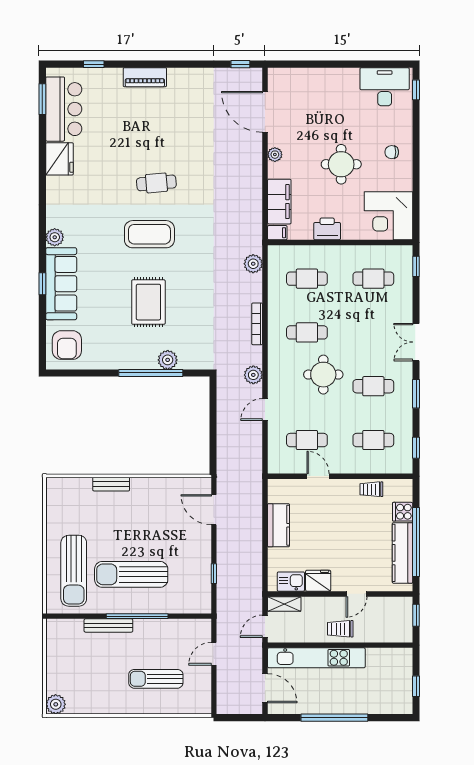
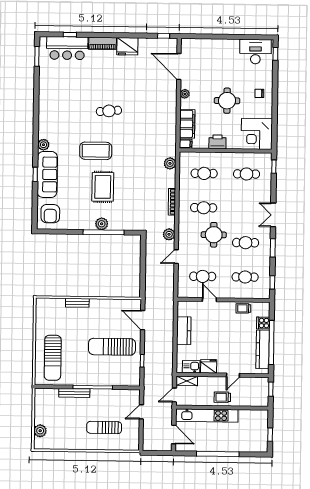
bar counter: (64, 109) -> (67, 48), moved, turned 90
fridge: (60, 159) -> (127, 46), moved, turned 90
coffee table: (149, 234) -> (96, 151), moved
plant: (168, 360) -> (102, 224), moved
sun lounger: (131, 574) -> (112, 347), moved
plant: (56, 704) -> (40, 431), moved

